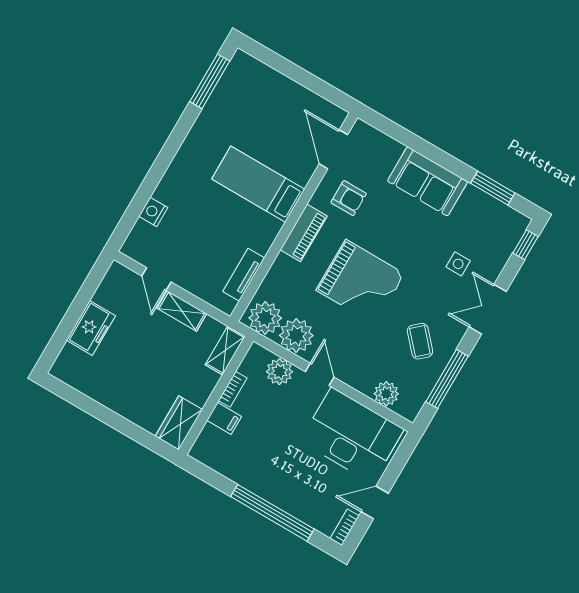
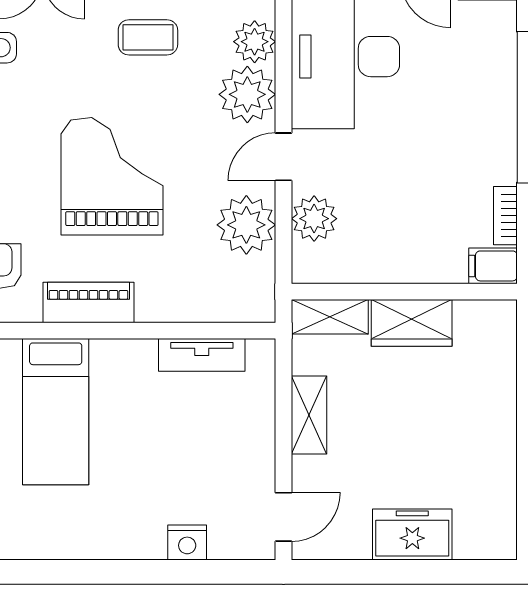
door: (156, 279) -> (284, 517), moved
plant: (265, 318) -> (247, 94), moved
coffee table: (420, 341) -> (148, 37), turned 42
bookcase: (233, 389) -> (505, 216), moved, turned -90
filing cabinet: (224, 418) -> (493, 266), moved, turned -90
wardrobe: (179, 423) -> (412, 323), moved

